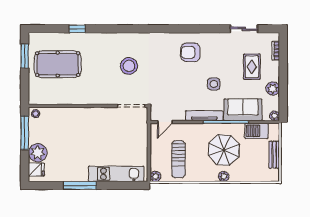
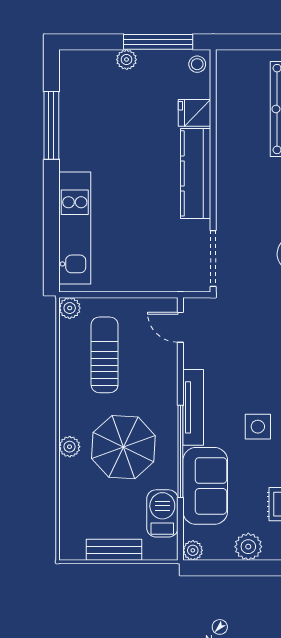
kitchen counter: (89, 114) -> (196, 173), added
plant: (38, 153) -> (127, 60), width x0.53, depth x0.53
sun lounger: (178, 159) -> (105, 355), turned 90
fridge: (36, 170) -> (195, 113), moved, turned 90
window: (80, 185) -> (51, 125), moved

